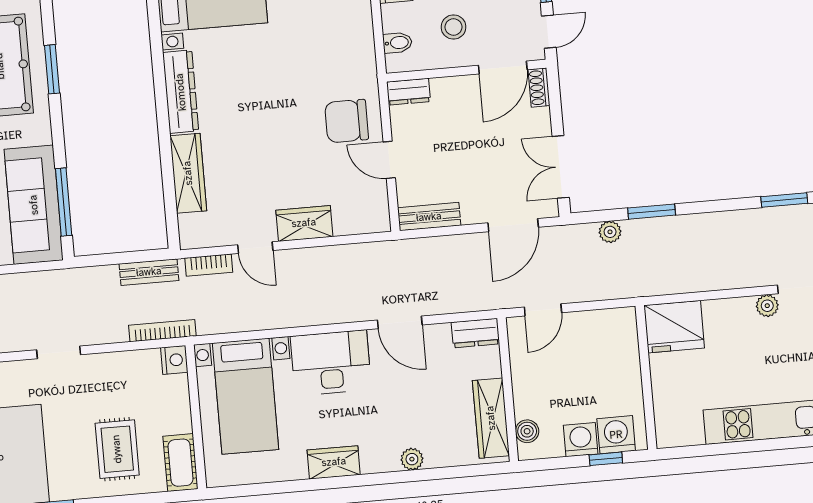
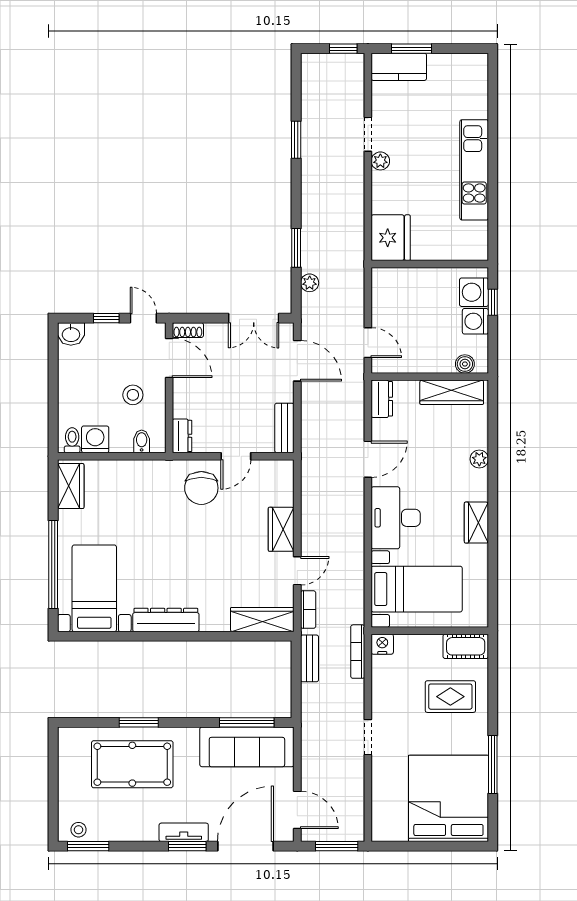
wardrobe: (188, 173) -> (262, 620), moved

